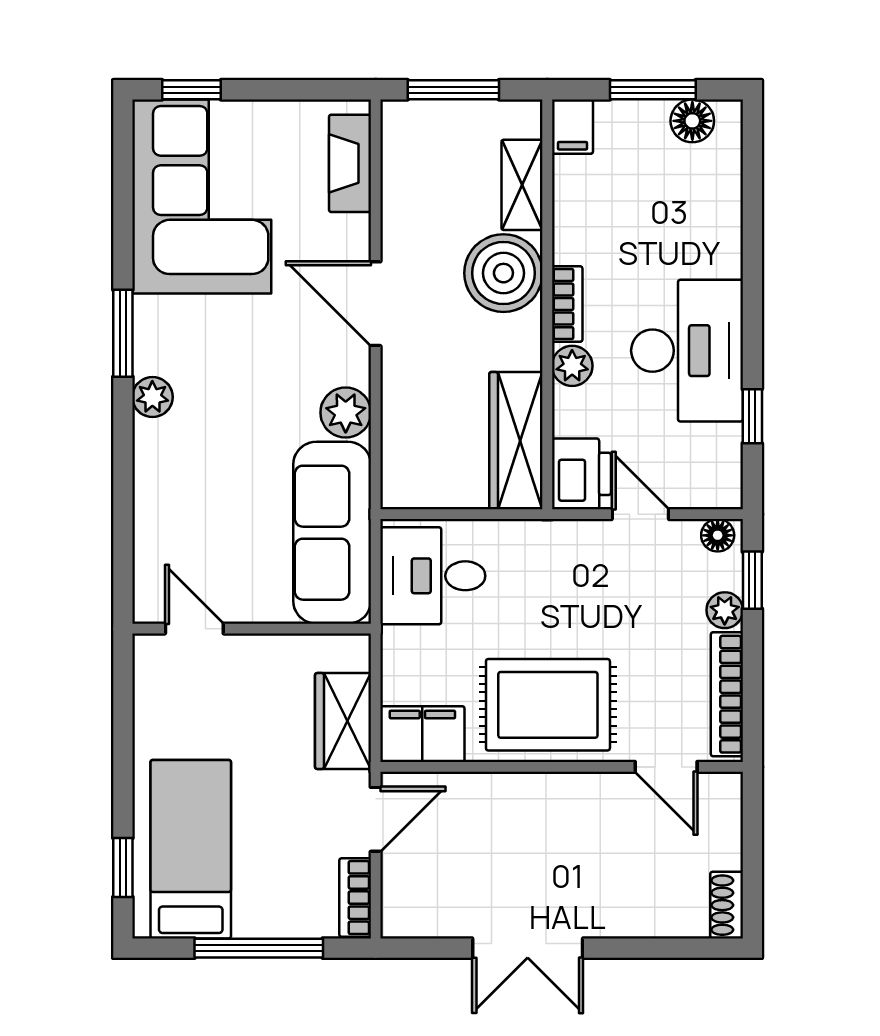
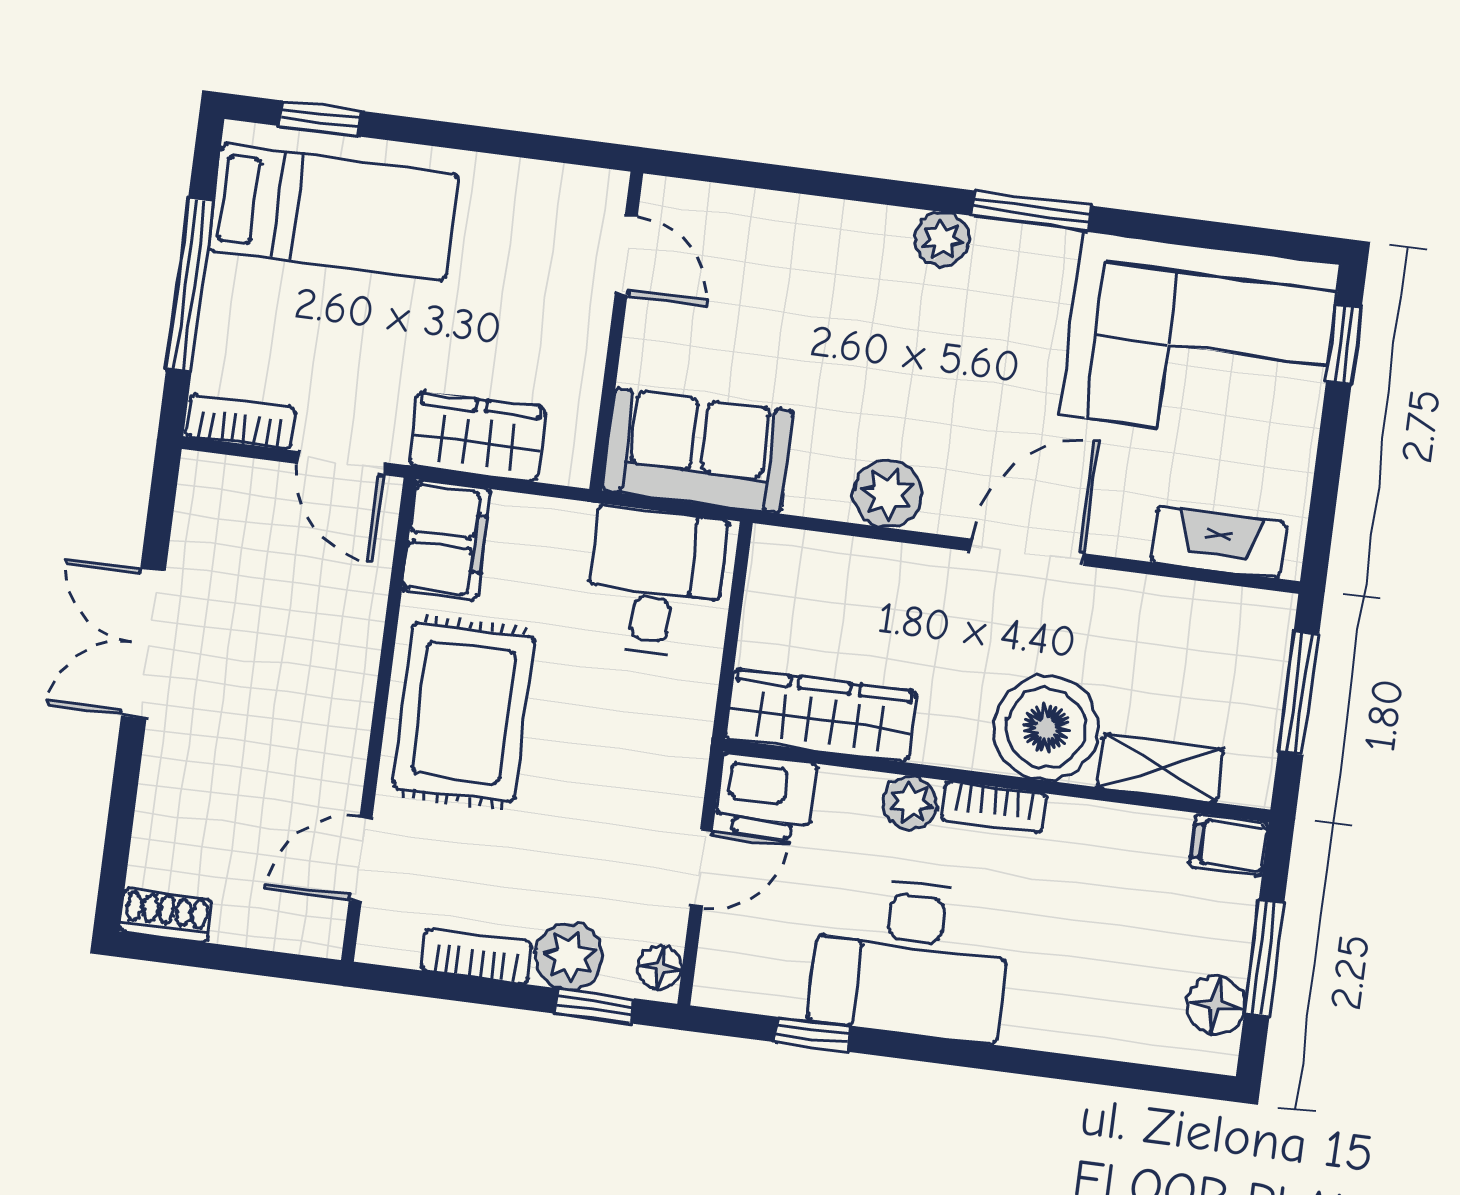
sofa: (332, 533) -> (698, 451), width x0.73
plant: (725, 610) -> (569, 956), width x1.38, depth x1.38
door: (194, 629) -> (626, 255), hinge flipped
bookcase: (727, 694) -> (477, 956), width x0.64

